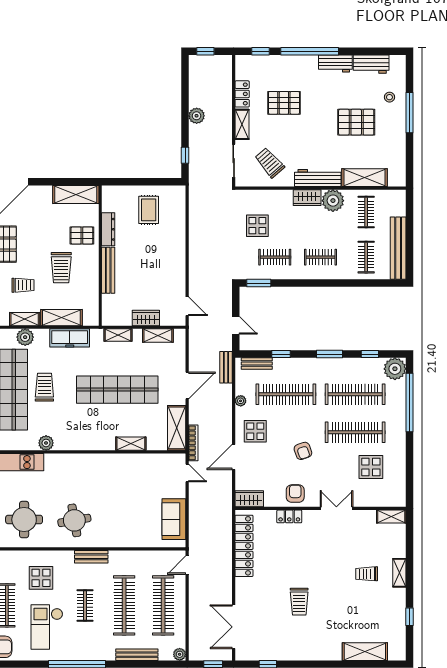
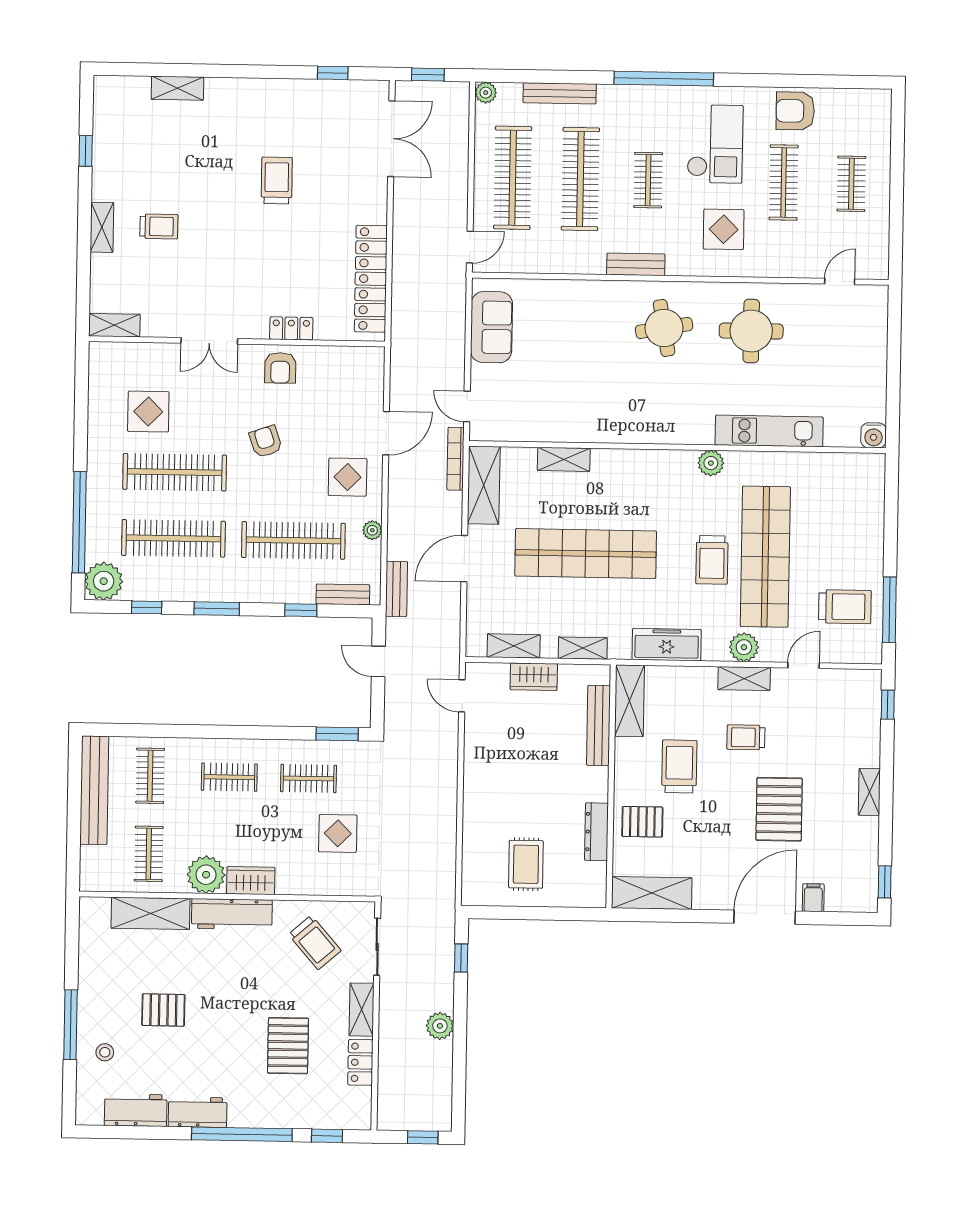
pallet: (284, 103) -> (288, 1046), turned 90
pallet: (356, 122) -> (163, 1010), width x0.67, depth x0.71
bench: (108, 270) -> (598, 725), moved
shelving: (61, 318) -> (629, 701), moved, turned 90
wardrobe: (249, 499) -> (360, 360), removed
shelving: (365, 652) -> (177, 88), width x0.67, depth x0.75

